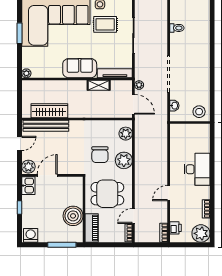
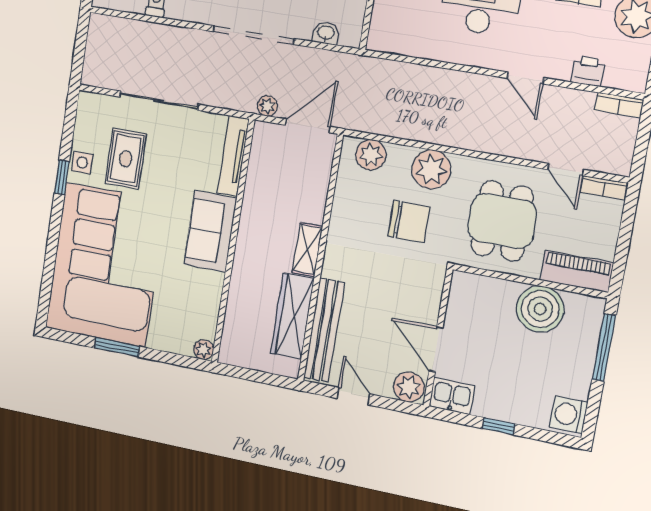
shelving: (99, 85) -> (307, 249), moved
printer: (175, 228) -> (588, 71), moved

